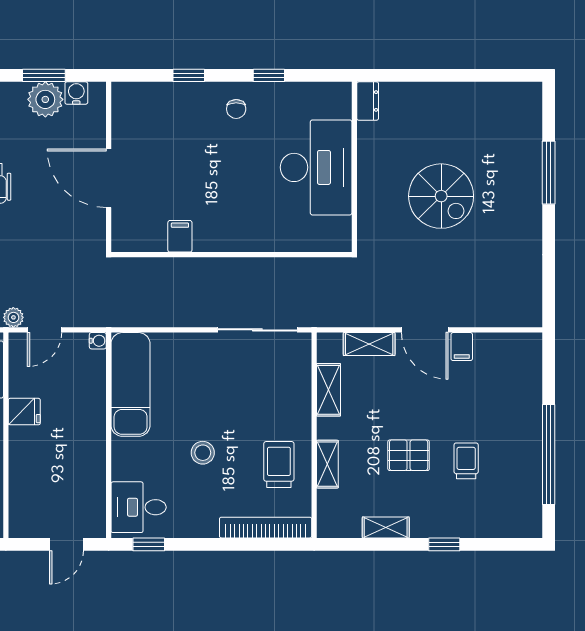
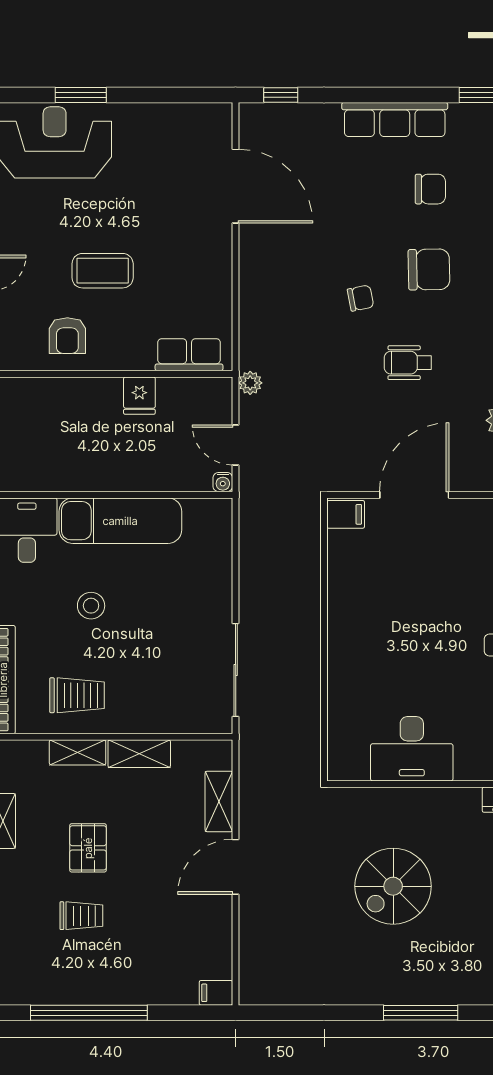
desk: (316, 167) -> (412, 749), width x0.73, depth x0.77
filing cabinet: (180, 236) -> (346, 514), moved
door: (44, 330) -> (236, 445), moved
filing cabinet: (462, 347) -> (216, 993), moved
exam couch: (131, 384) -> (120, 521), moved
shelving: (329, 390) -> (139, 754), moved

